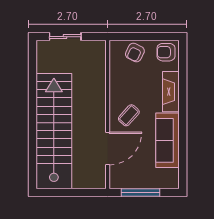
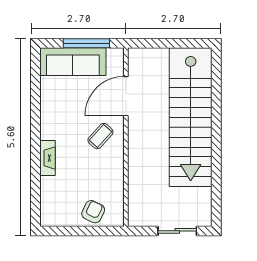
armchair: (166, 52) -> (56, 212), removed
fireplace: (171, 92) -> (48, 158), width x0.73, depth x0.76
sofa: (167, 140) -> (73, 62), moved, turned 90

